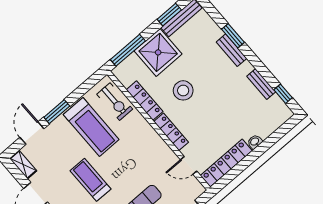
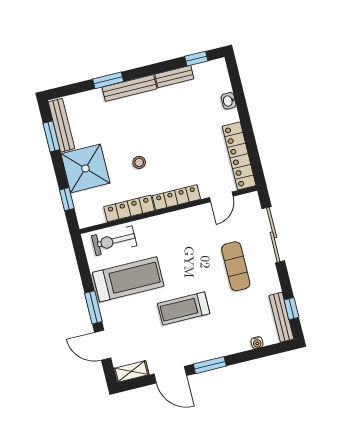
window: (128, 50) -> (67, 199), width x0.46
bench: (232, 50) -> (129, 88), width x1.36
stool: (183, 90) -> (139, 162), width x0.53, depth x0.53
exercise bike: (115, 102) -> (114, 241), turned 180
washbasin: (255, 142) -> (229, 101), moved

